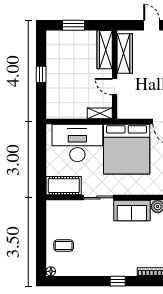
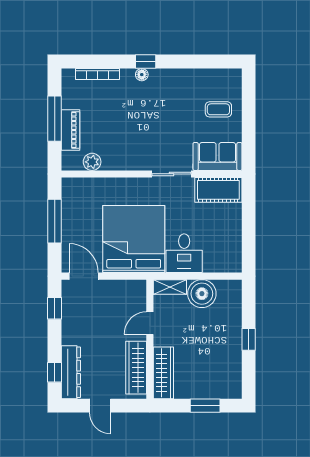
door: (115, 87) -> (150, 323), swing flipped
boiler: (76, 109) -> (202, 294), added
desk: (77, 143) -> (184, 253), width x0.53, depth x0.77
sofa: (132, 211) -> (218, 156), moved
floor lamp: (51, 271) -> (142, 75), moved

